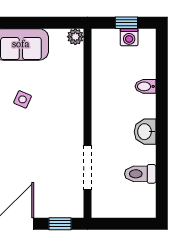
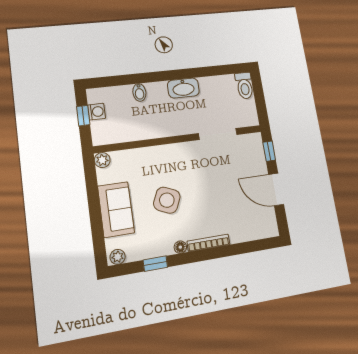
side table: (23, 99) -> (167, 200), width x1.87, depth x1.87
washbasin: (145, 132) -> (183, 88), width x1.38
toilet: (140, 174) -> (244, 86), moved

